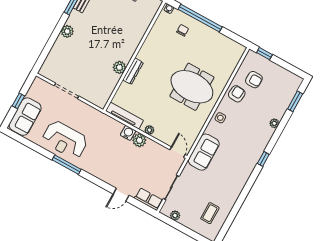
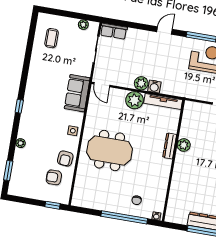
plant: (149, 130) -> (135, 100), width x1.88, depth x1.88
door: (121, 195) -> (164, 31), moved

